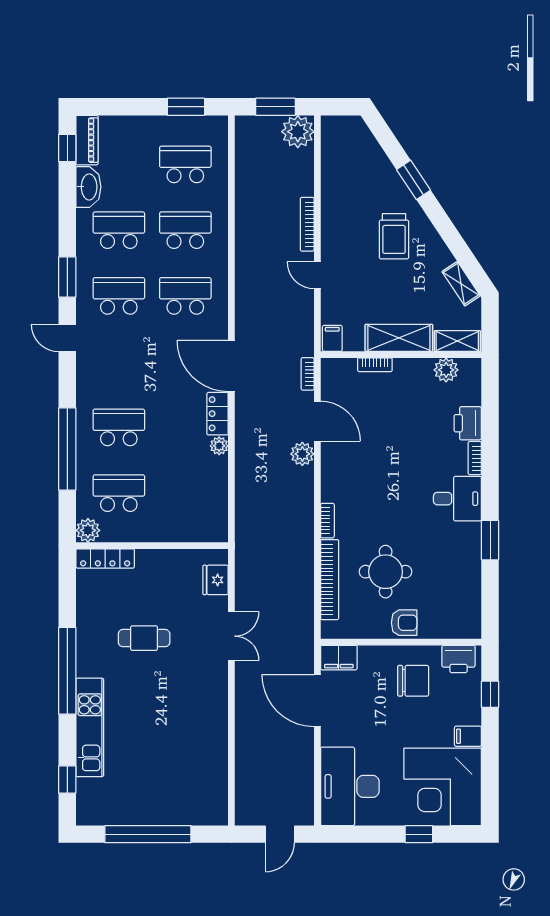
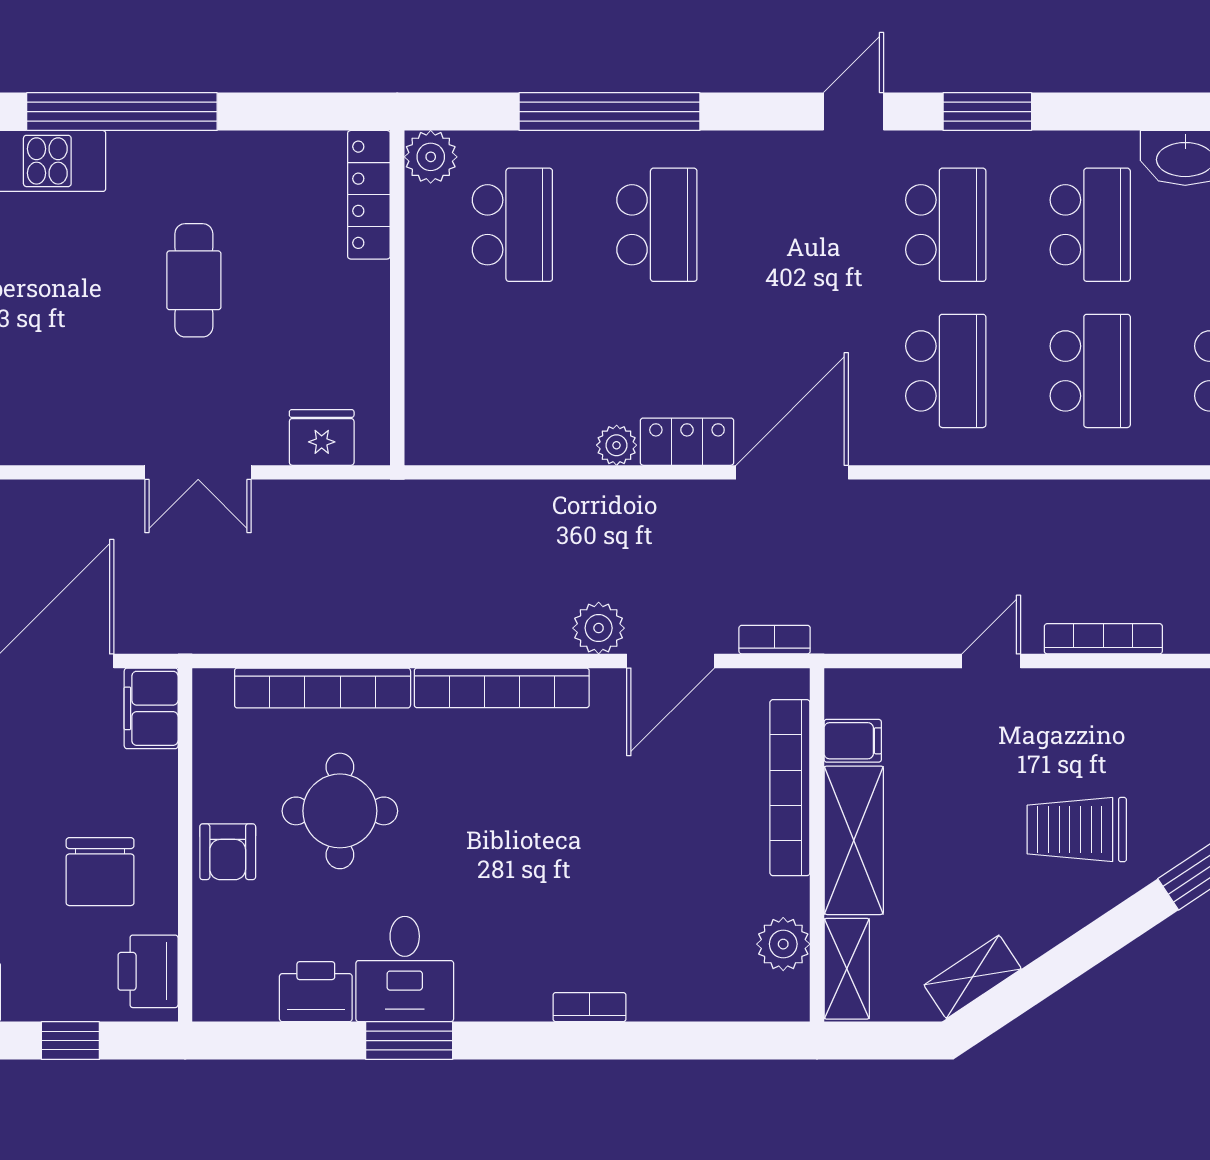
filing cabinet: (332, 338) -> (853, 741), moved
bookcase: (375, 365) -> (790, 788), width x2.31, depth x1.31
printer: (468, 423) -> (316, 992), moved
desk: (457, 499) -> (405, 969), moved
bookcase: (327, 521) -> (502, 688), width x2.31, depth x1.31

